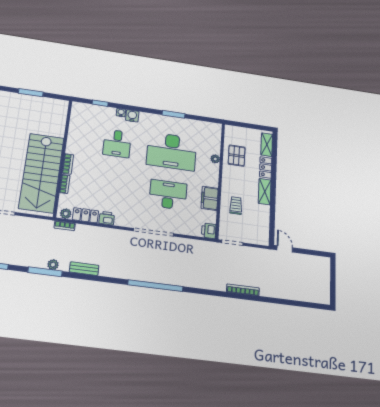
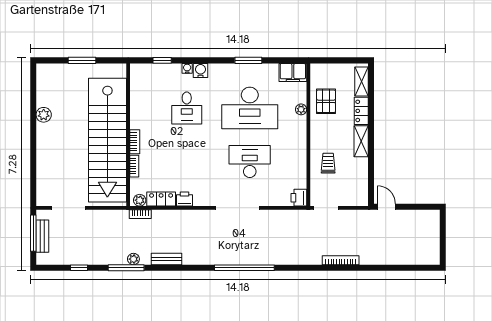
stairs: (42, 173) -> (107, 140), width x1.36
filing cabinet: (210, 198) -> (293, 72), moved, turned -90

